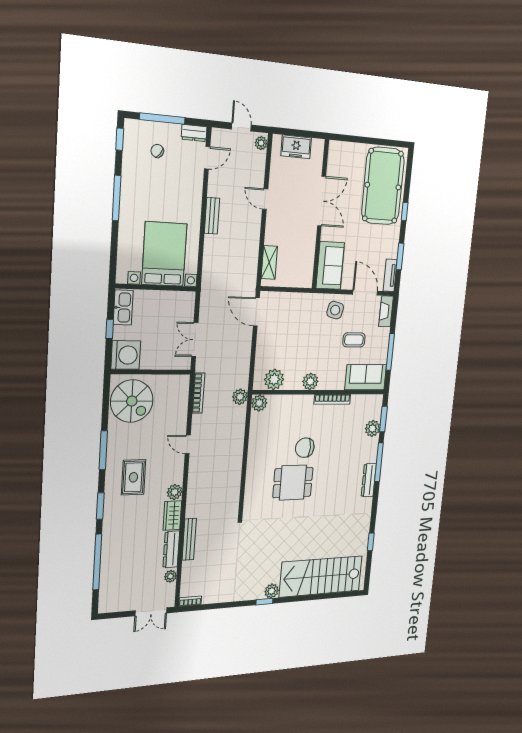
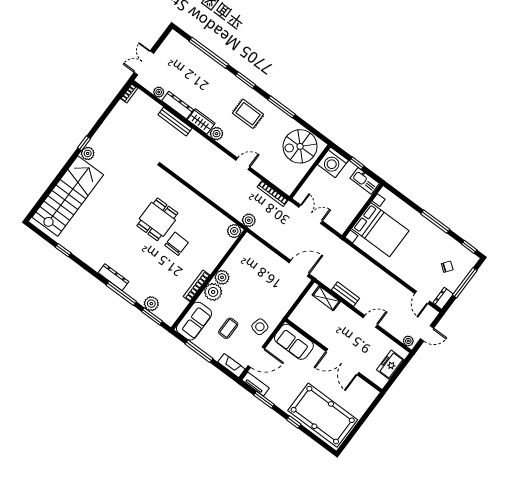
bench: (212, 216) -> (346, 294), moved
plant: (274, 379) -> (213, 292), moved

